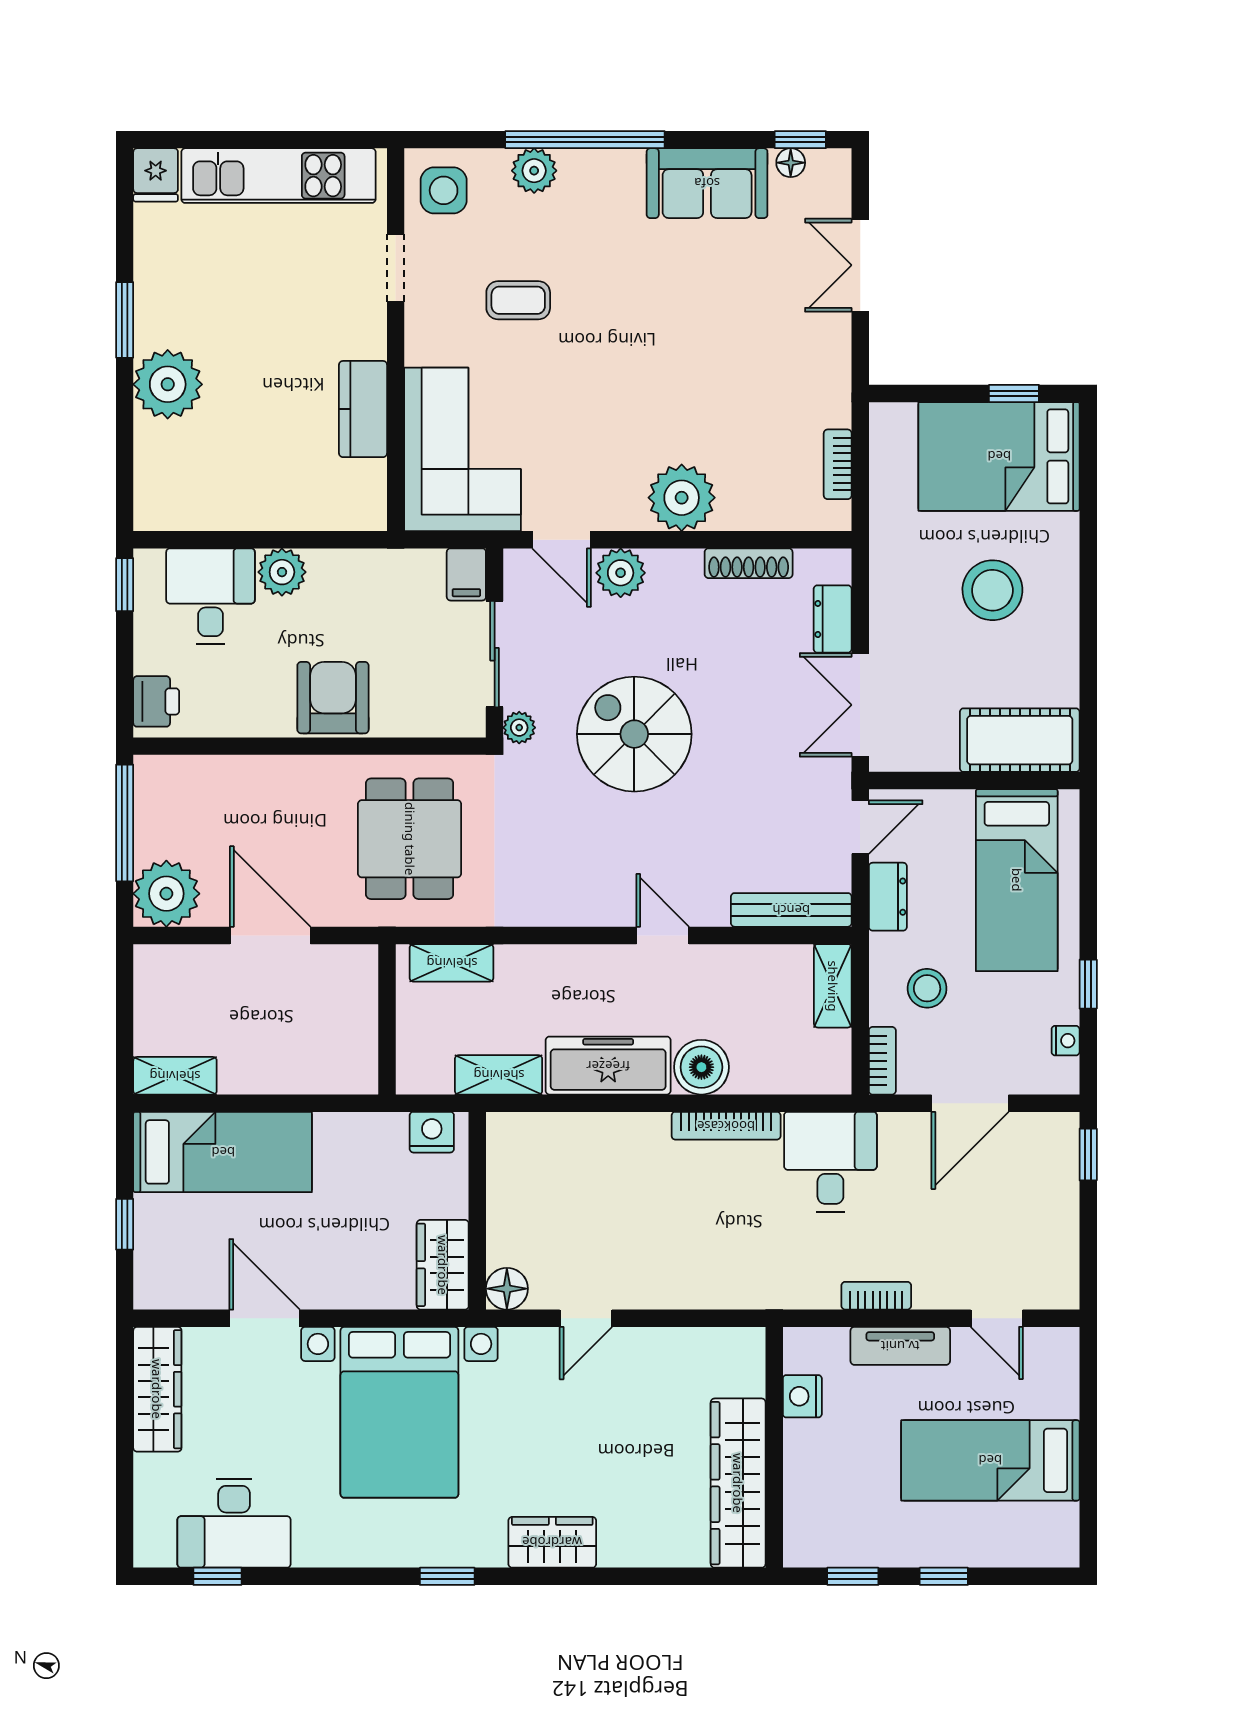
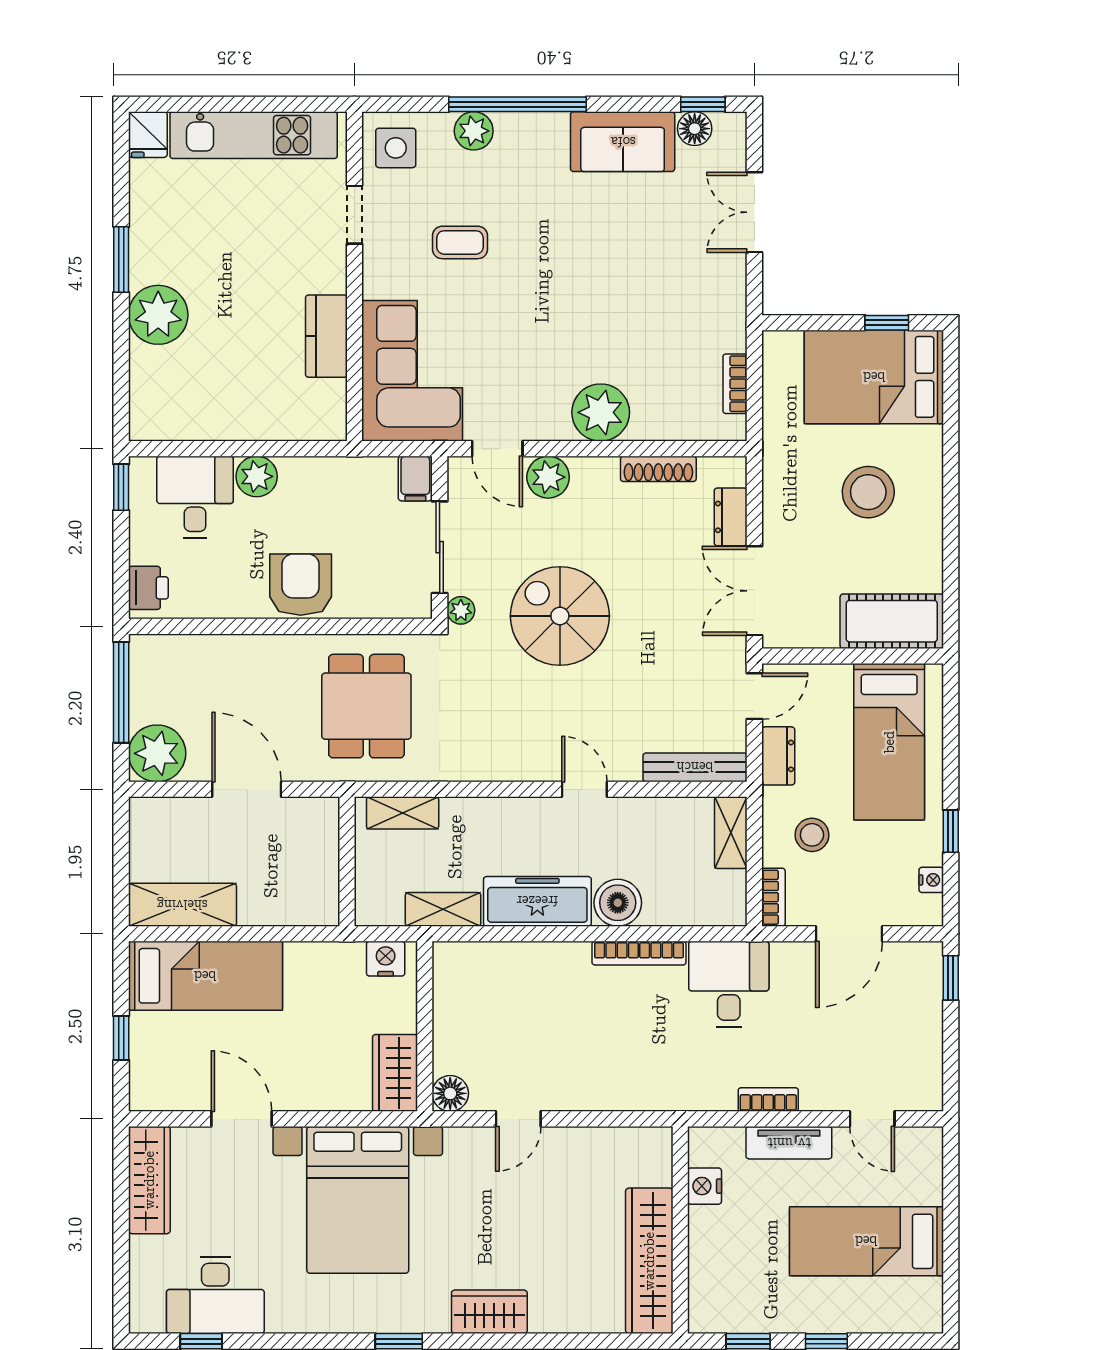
floor lamp: (791, 163) -> (695, 129), width x1.37, depth x1.37
shelving: (175, 1076) -> (182, 905), width x1.50, depth x1.33

